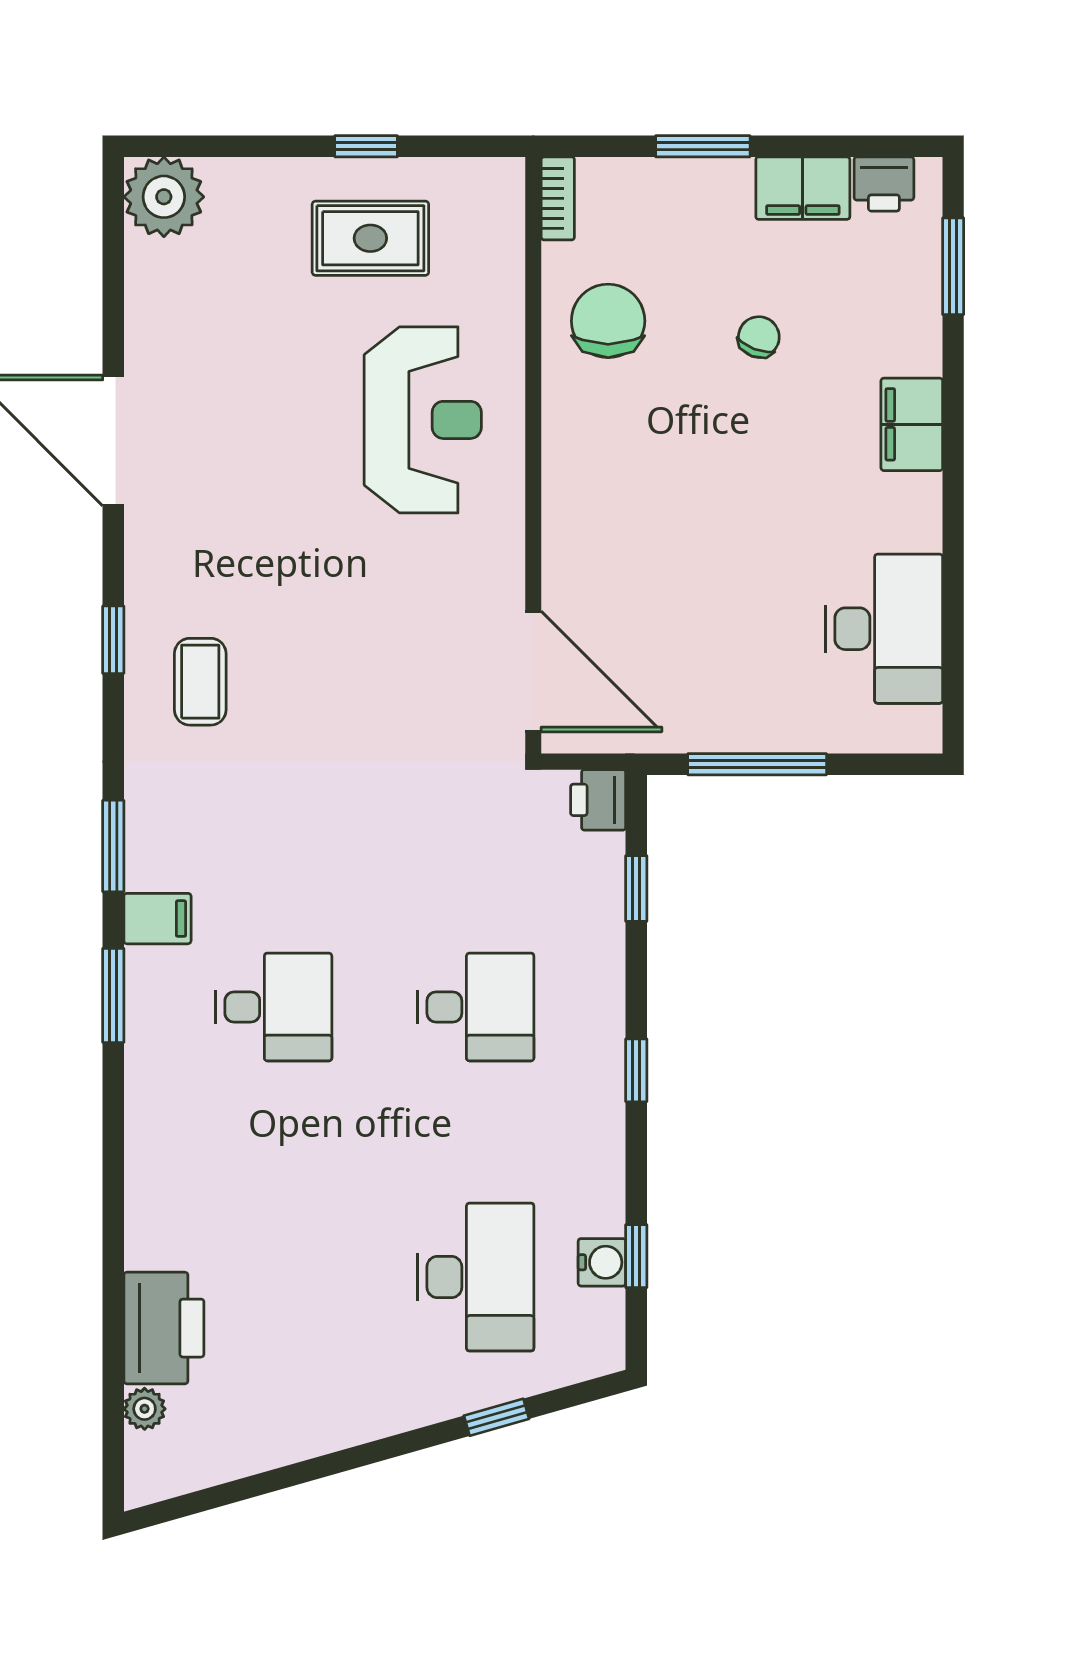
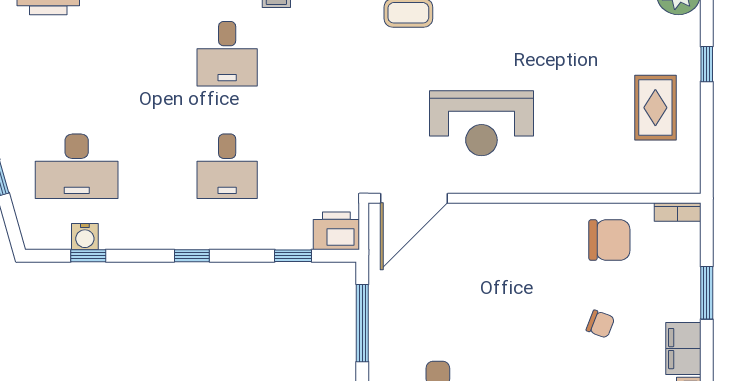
window: (366, 146) -> (707, 64), moved
reception desk: (423, 420) -> (481, 123), moved
printer: (598, 800) -> (336, 231), width x1.36, depth x1.24

